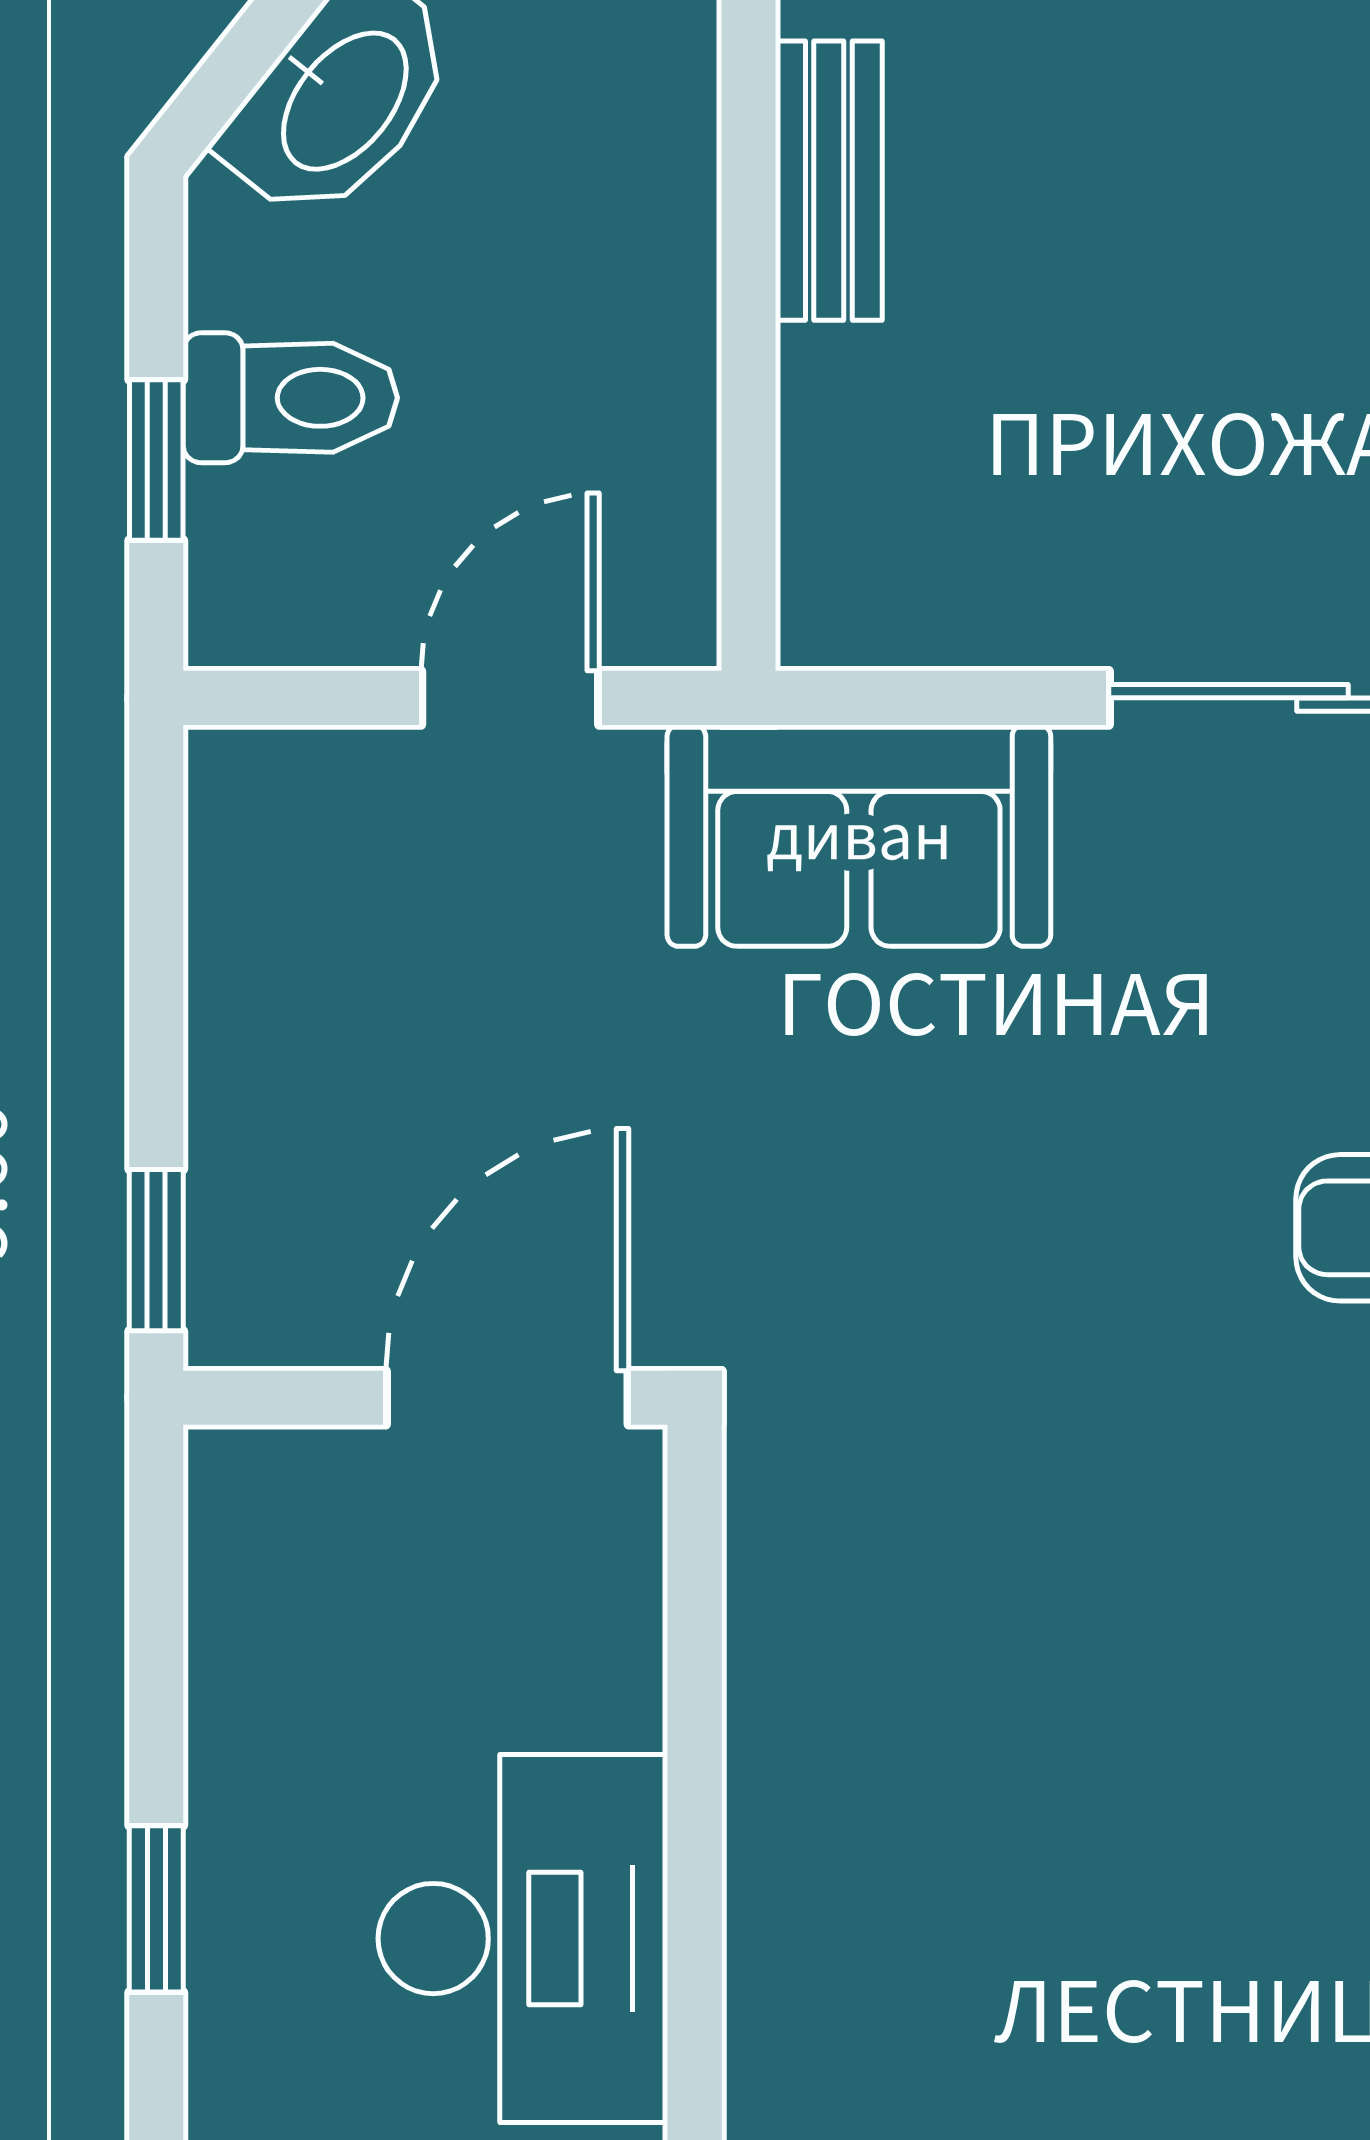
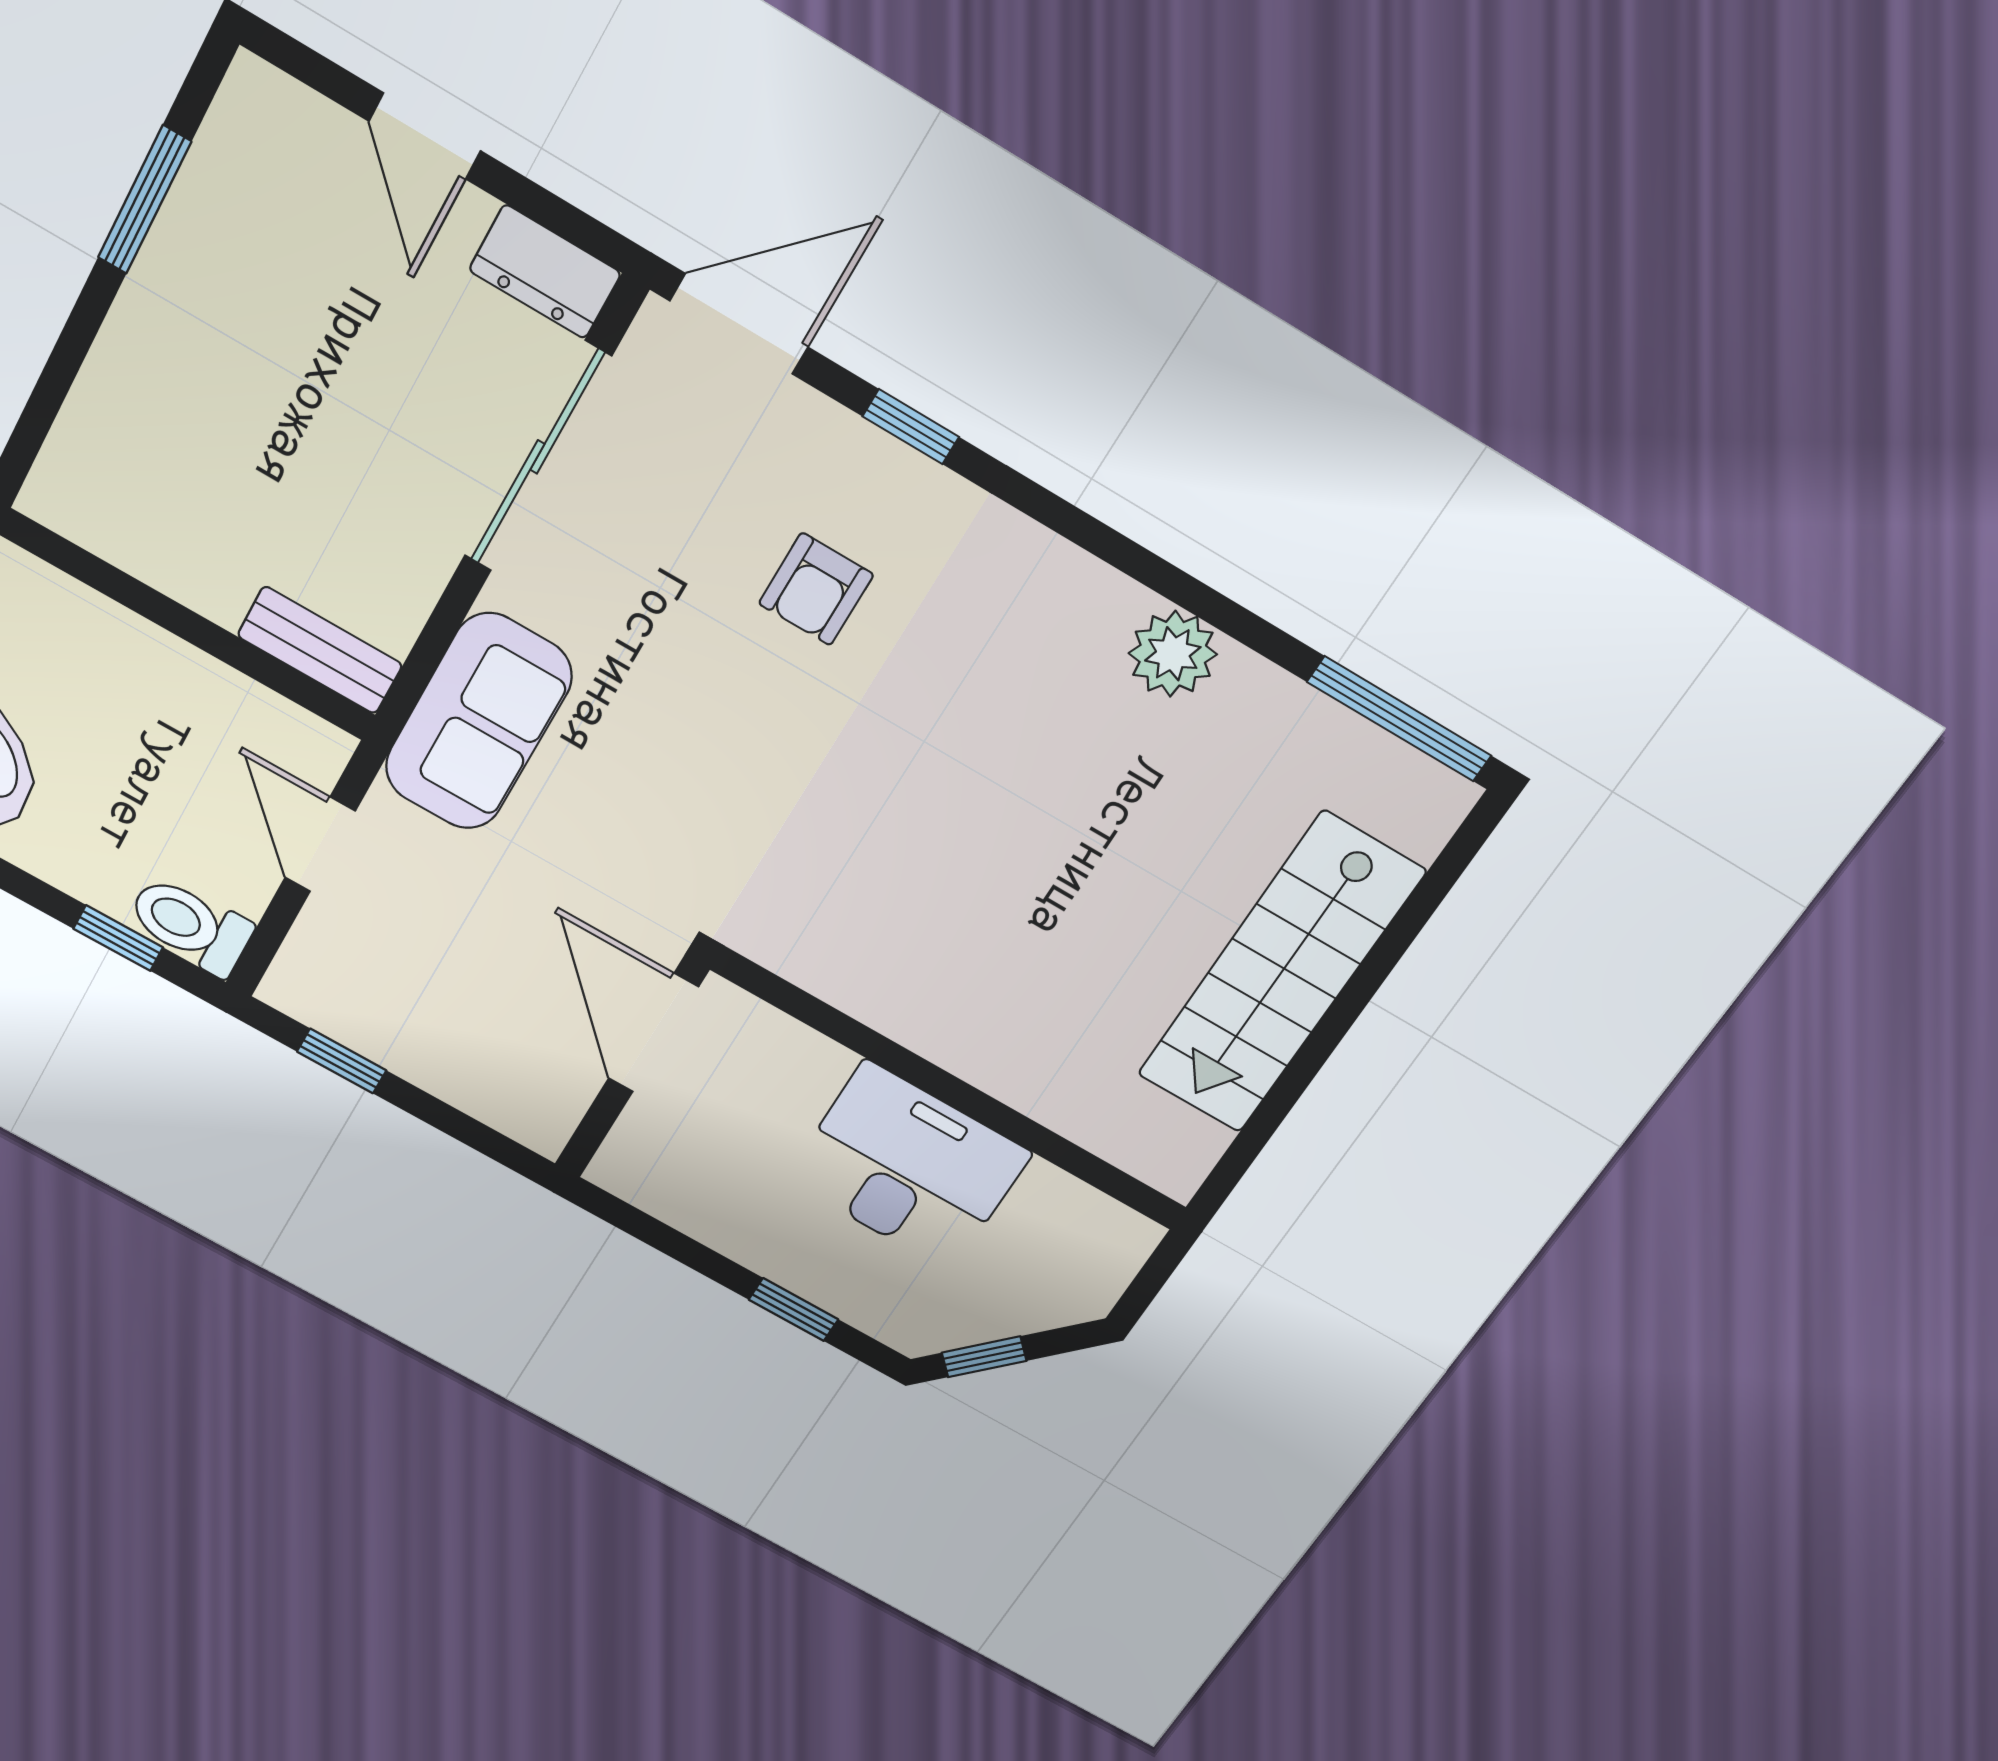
bench: (829, 181) -> (320, 650), moved
toilet: (290, 398) -> (190, 925), moved, turned -90
window: (156, 1250) -> (342, 1061), moved

